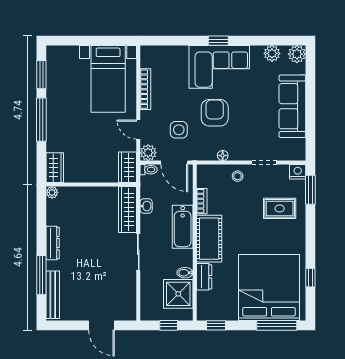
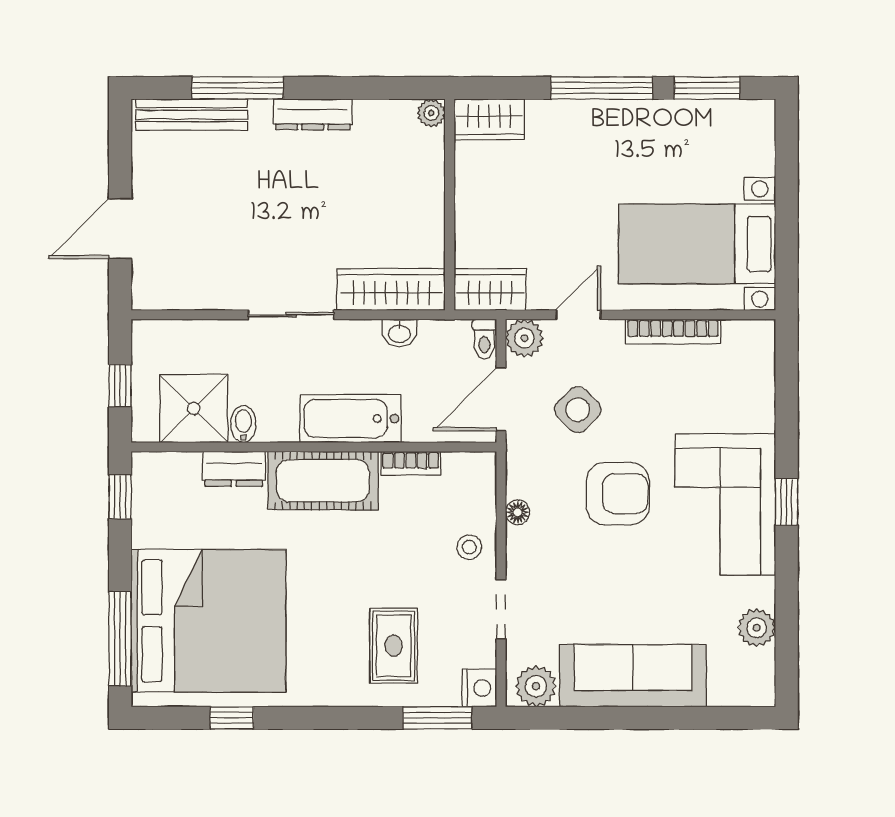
plant: (297, 54) -> (536, 686), moved
side table: (179, 130) -> (578, 410), turned 45

